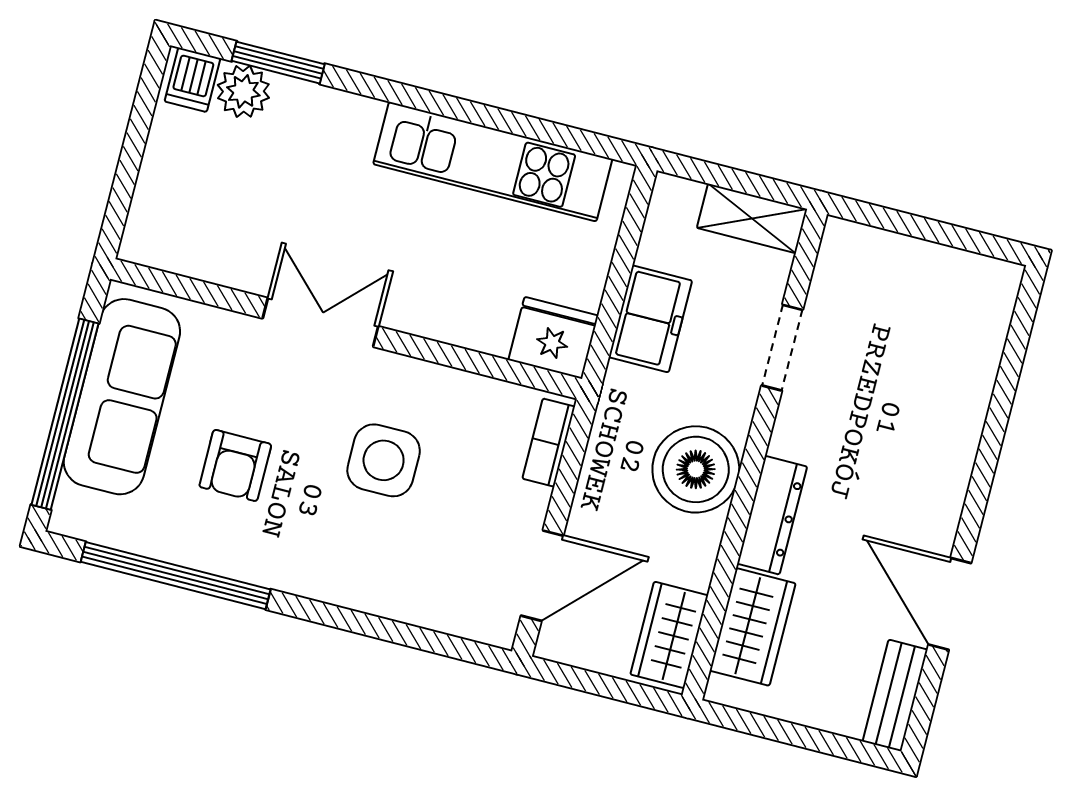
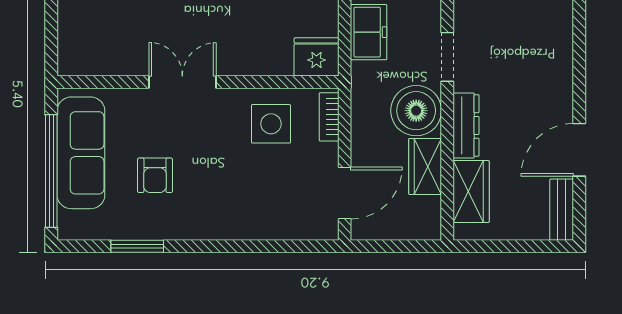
doorway: (782, 348) -> (447, 57), moved
side table: (384, 460) -> (271, 124), moved
window: (176, 576) -> (137, 246), width x0.47
door: (950, 604) -> (579, 150), hinge flipped
wardrobe: (669, 635) -> (425, 166), moved

